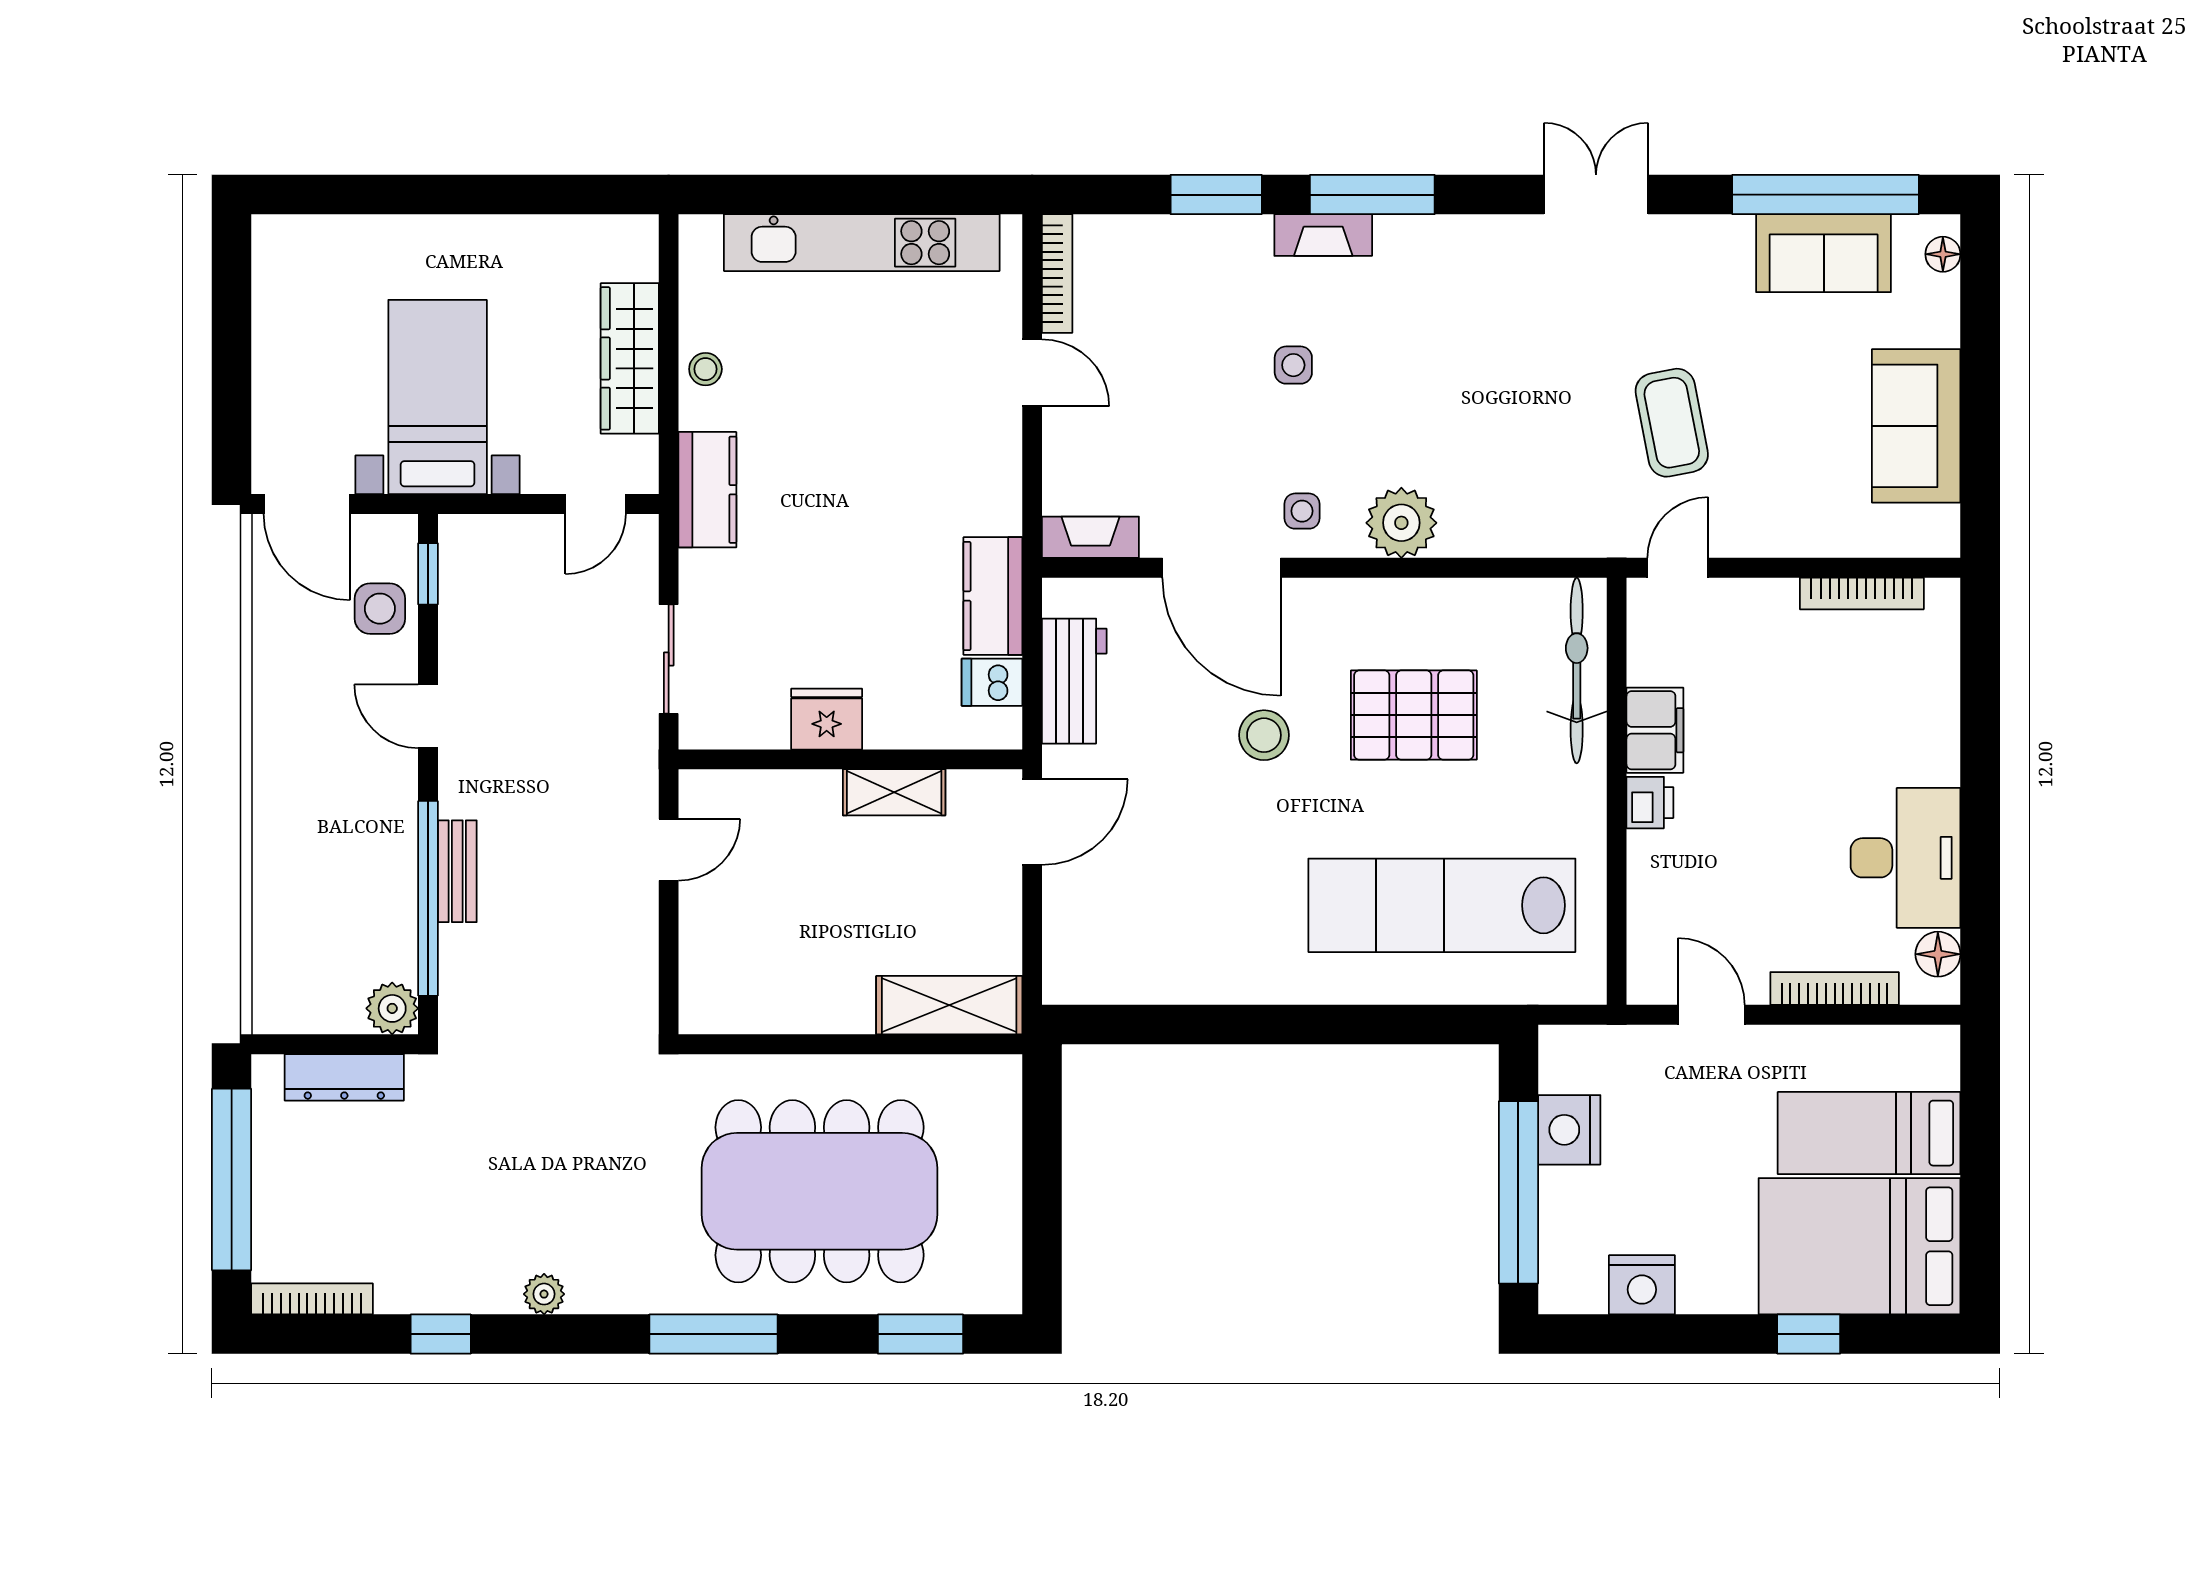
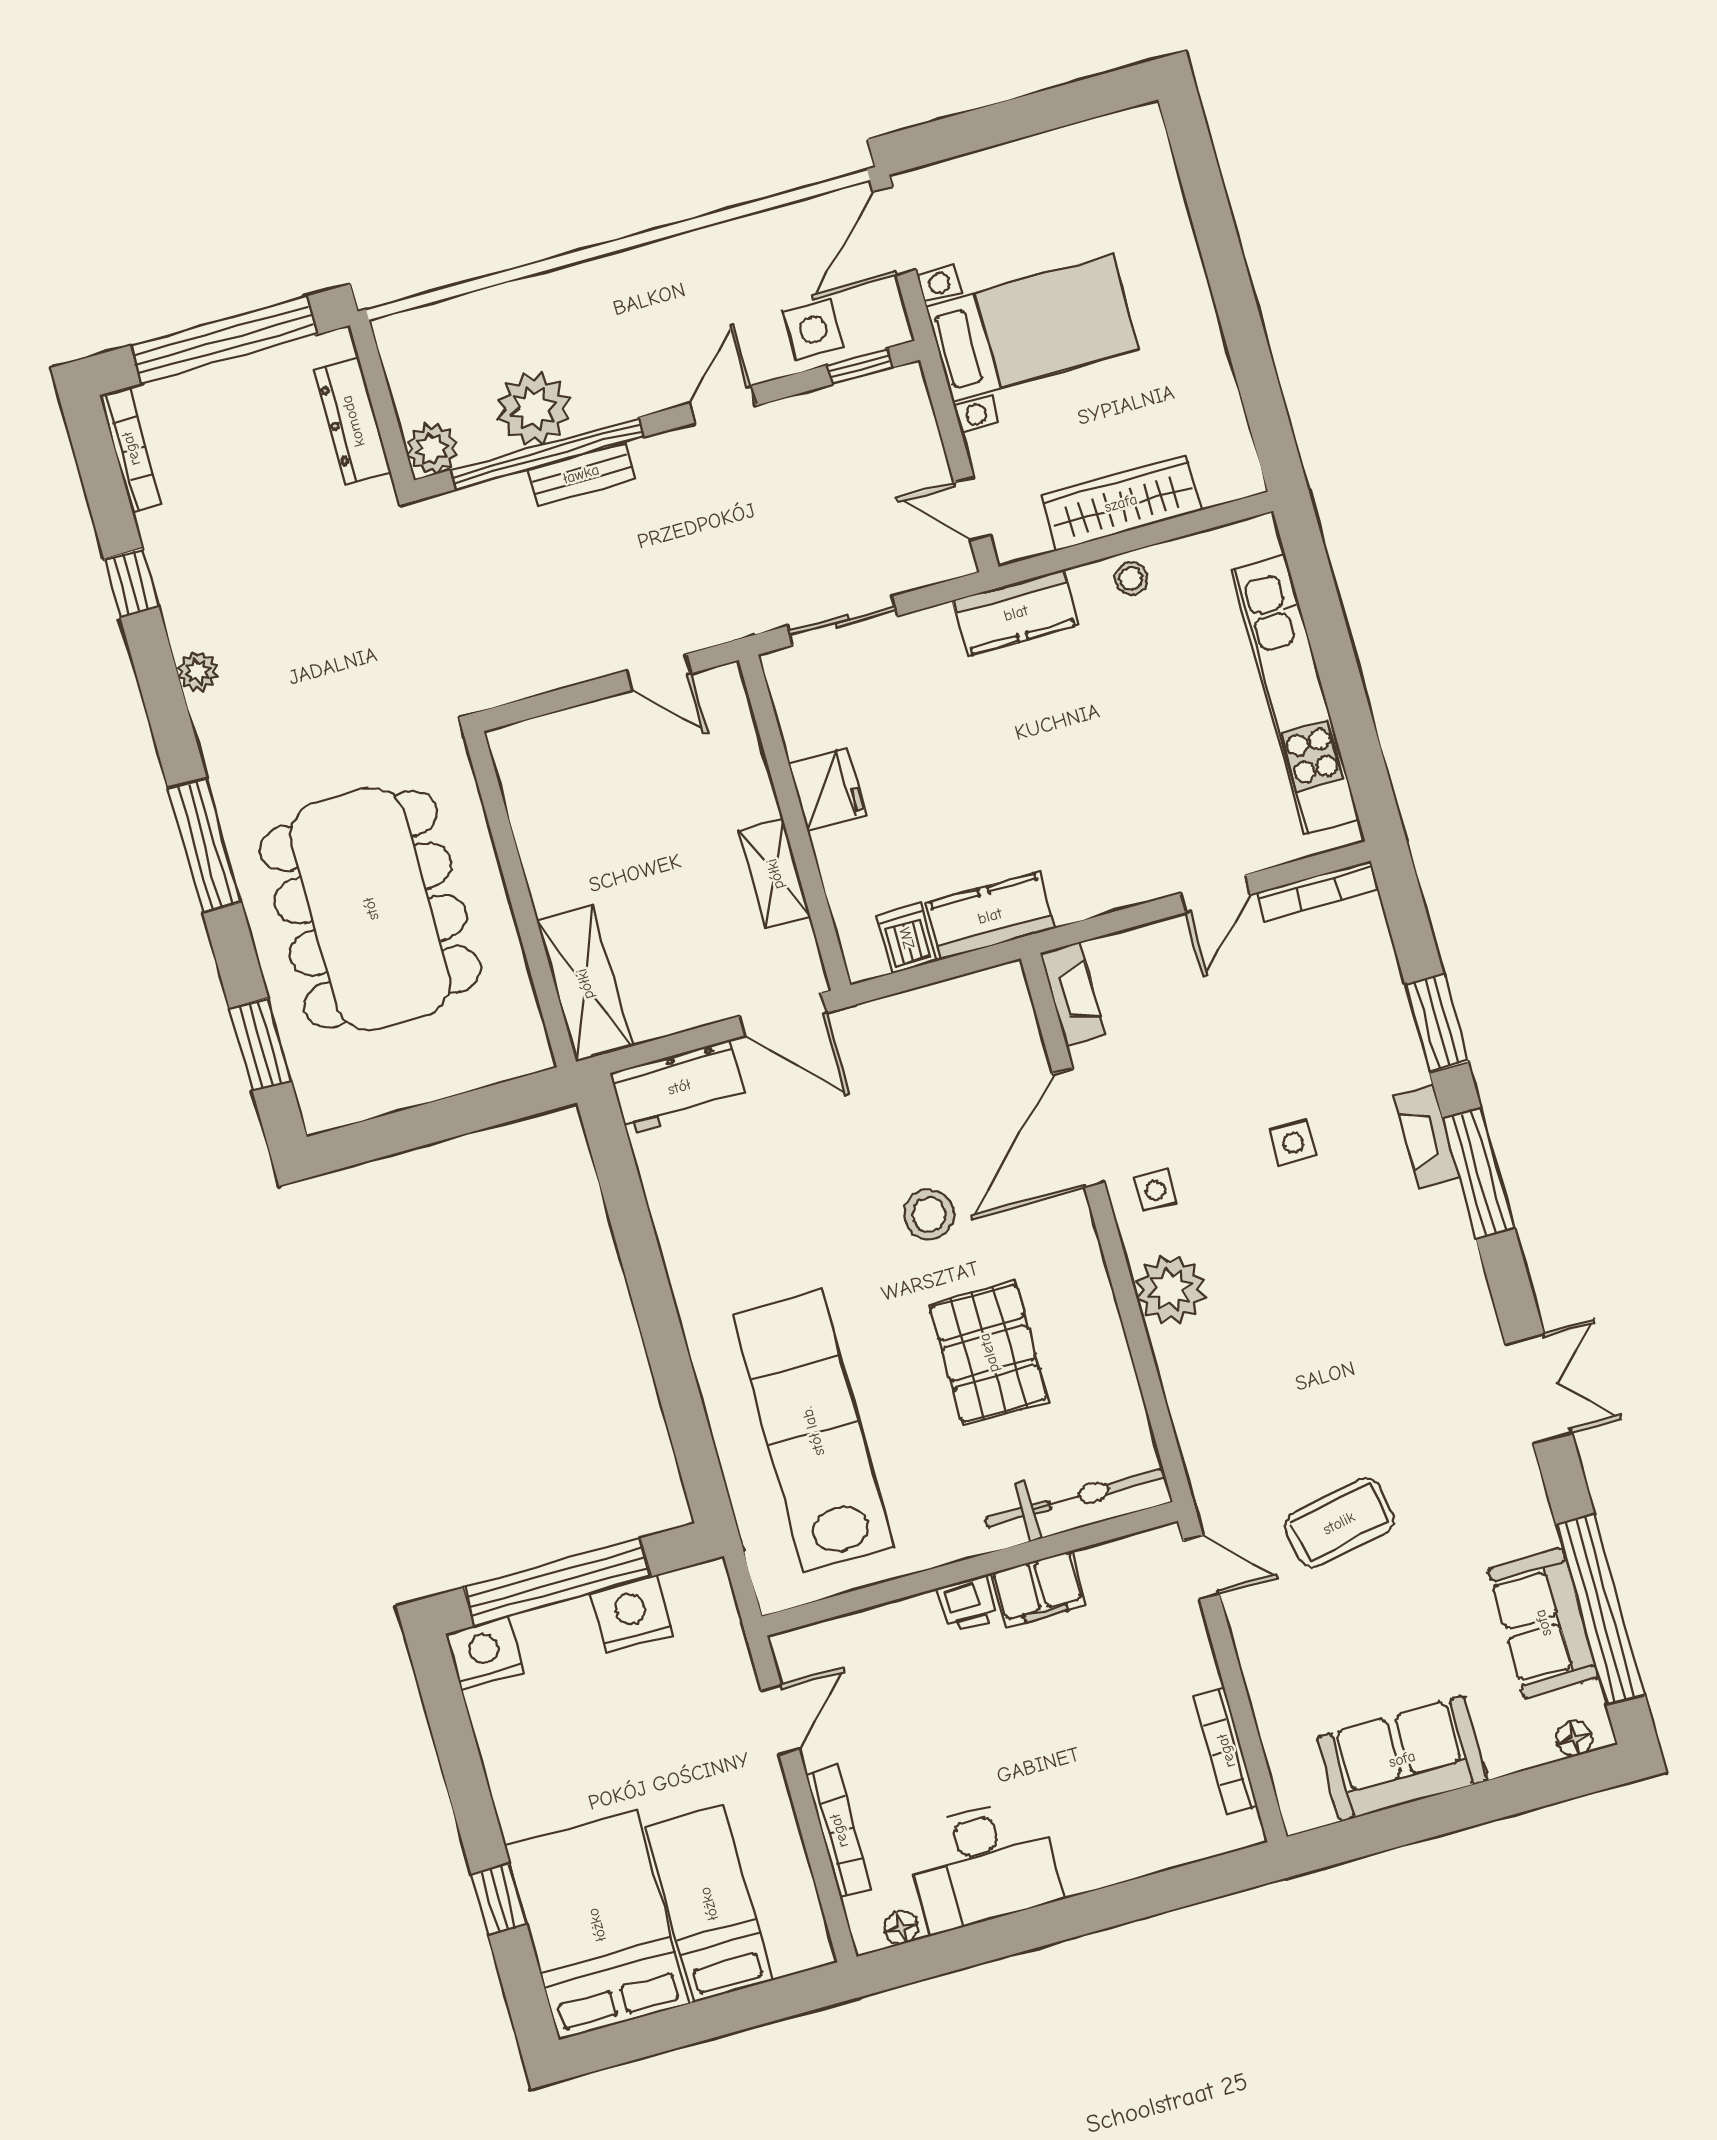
workbench: (1074, 681) -> (679, 1087), moved
plant: (381, 900) -> (534, 409), added
floor lamp: (1938, 954) -> (901, 1928), width x0.73, depth x0.73
nightstand: (1642, 1285) -> (485, 1653), moved, turned 90

